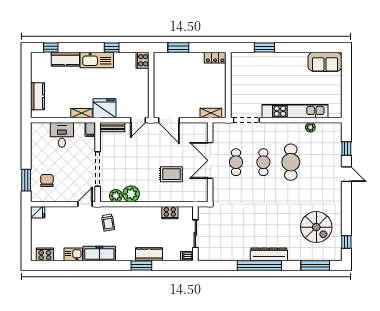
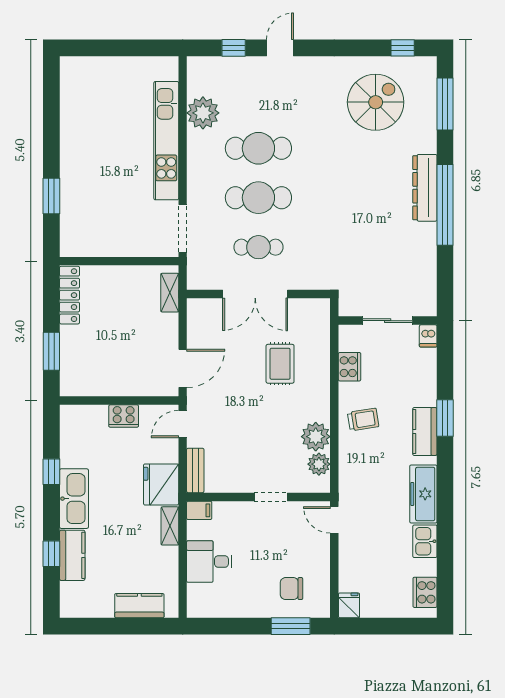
window: (51, 48) -> (51, 554), moved
locker: (215, 58) -> (69, 295), width x1.53
cooker: (142, 60) -> (124, 416), moved
sofa: (325, 62) -> (77, 87), removed
door: (138, 120) -> (183, 424), swing flipped
plant: (310, 127) -> (203, 113), width x1.87, depth x1.87
cafe table: (263, 162) -> (258, 198), width x1.37, depth x1.35
doorway: (98, 169) -> (271, 497), width x0.53
trolley: (108, 223) -> (363, 420), moved
kitchen counter: (149, 254) -> (425, 432), moved

